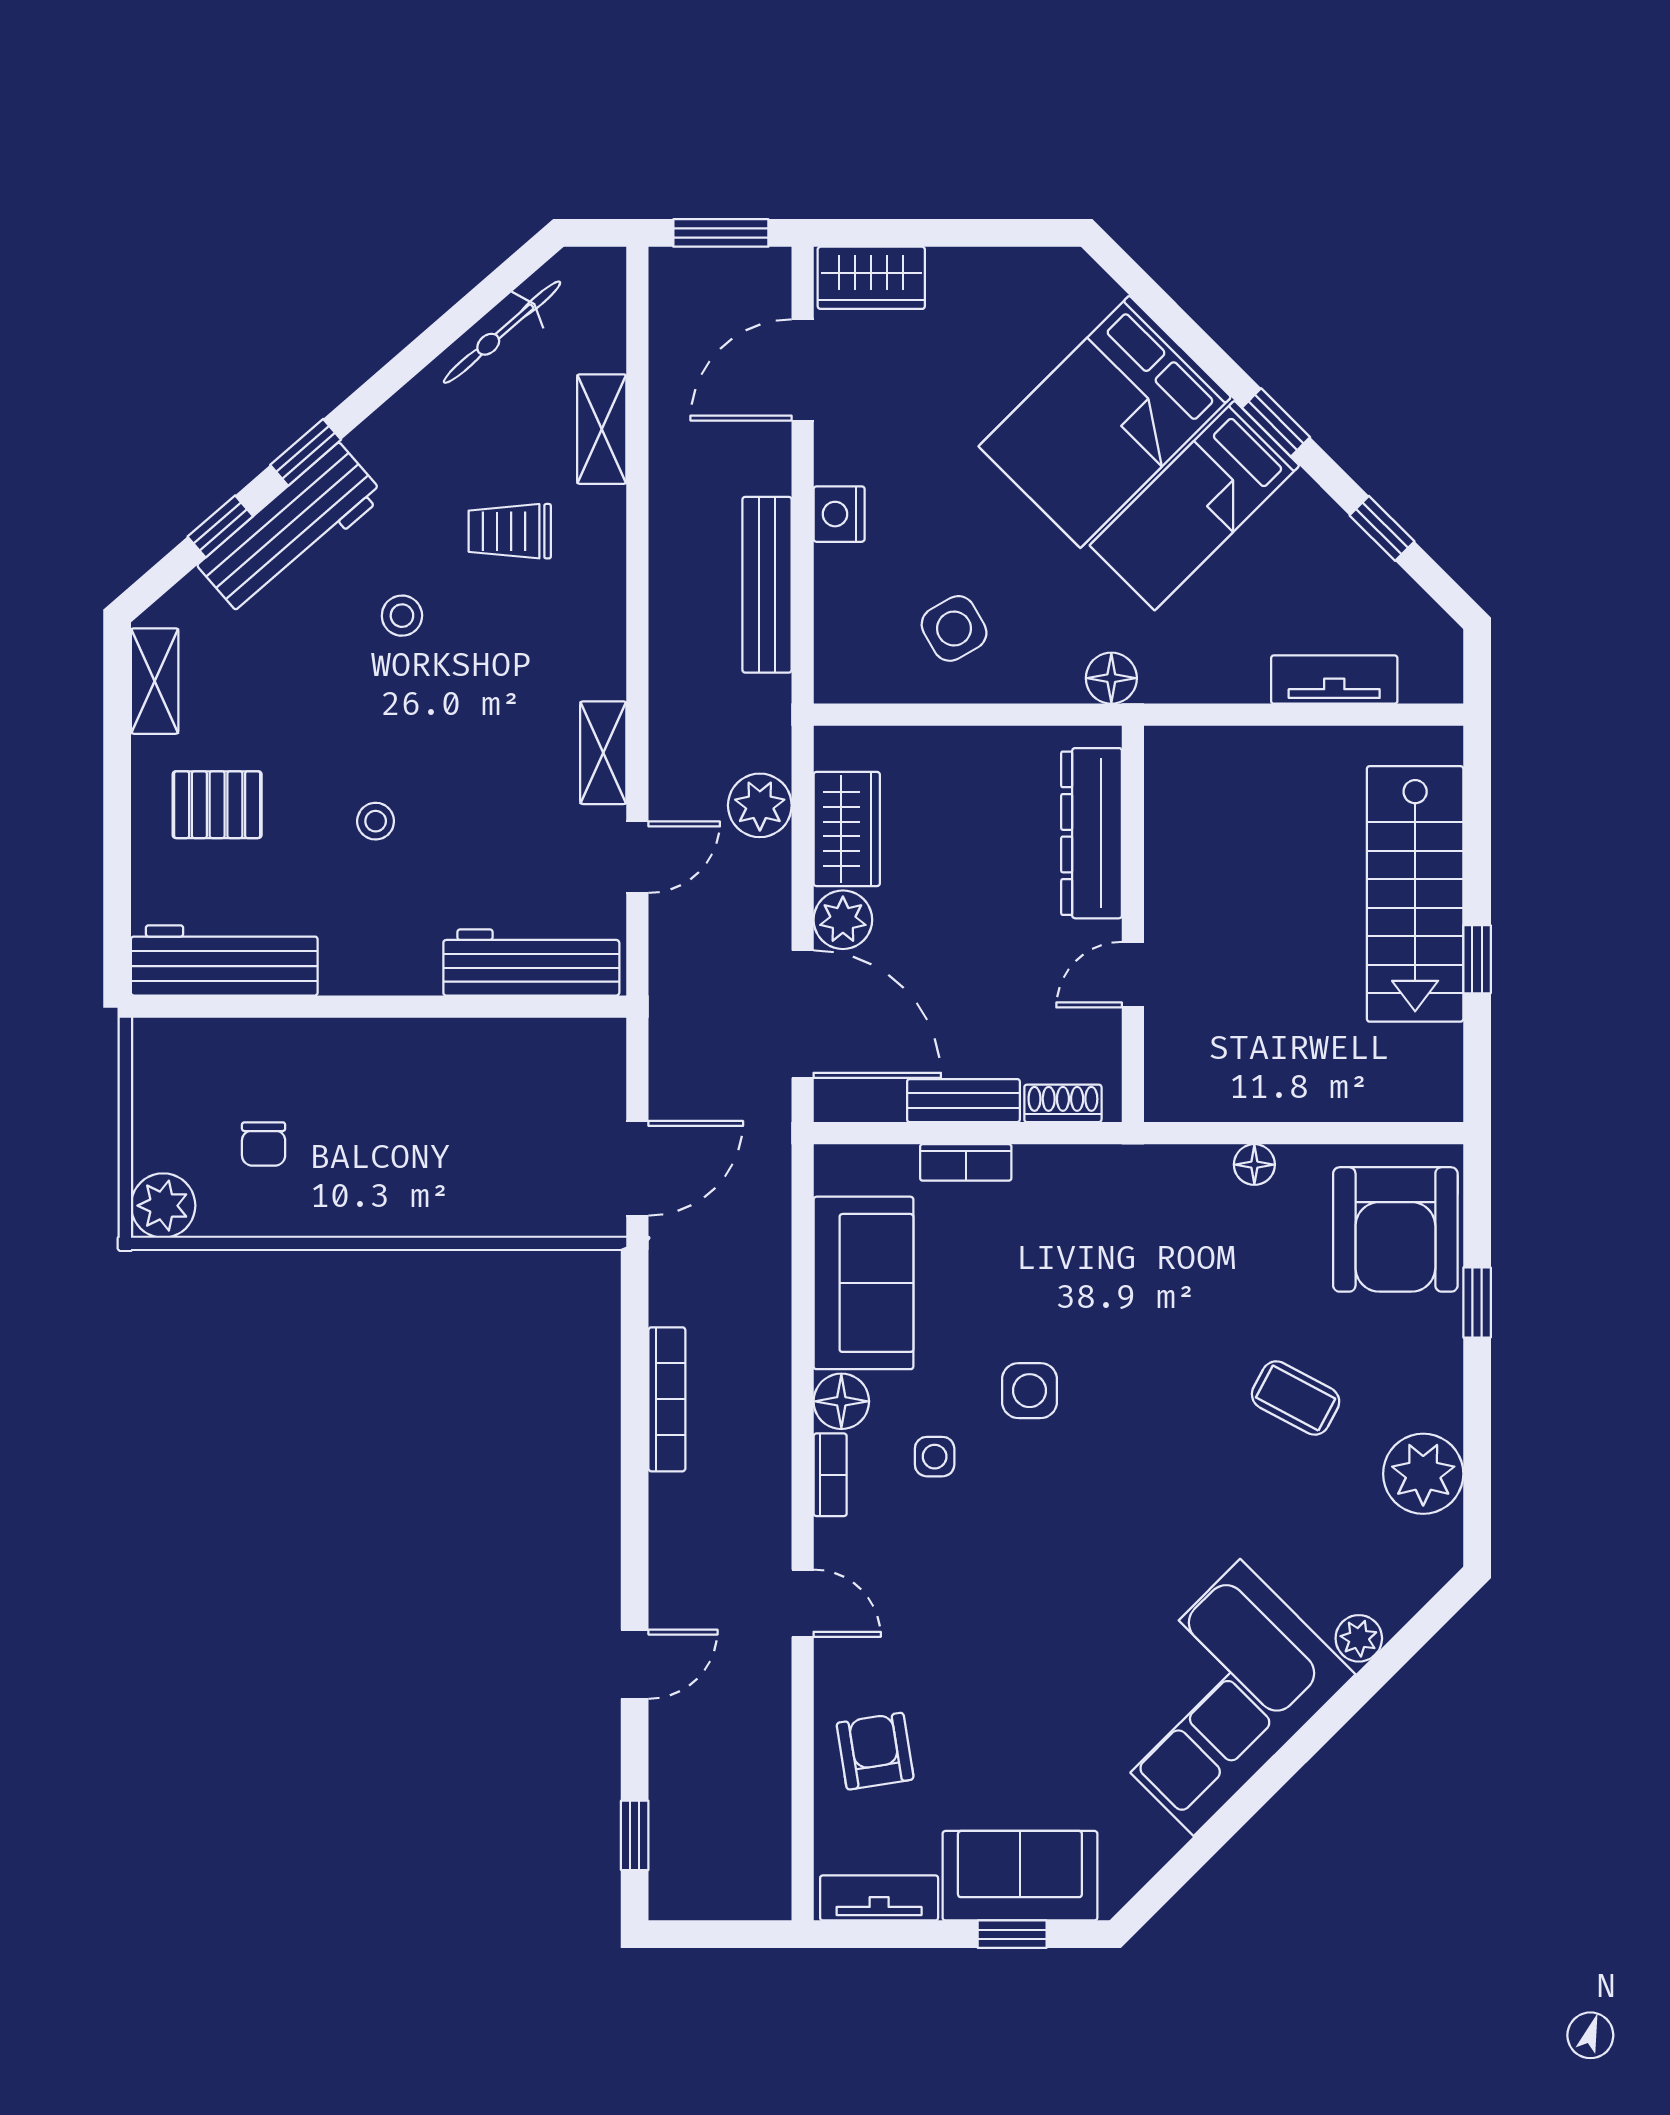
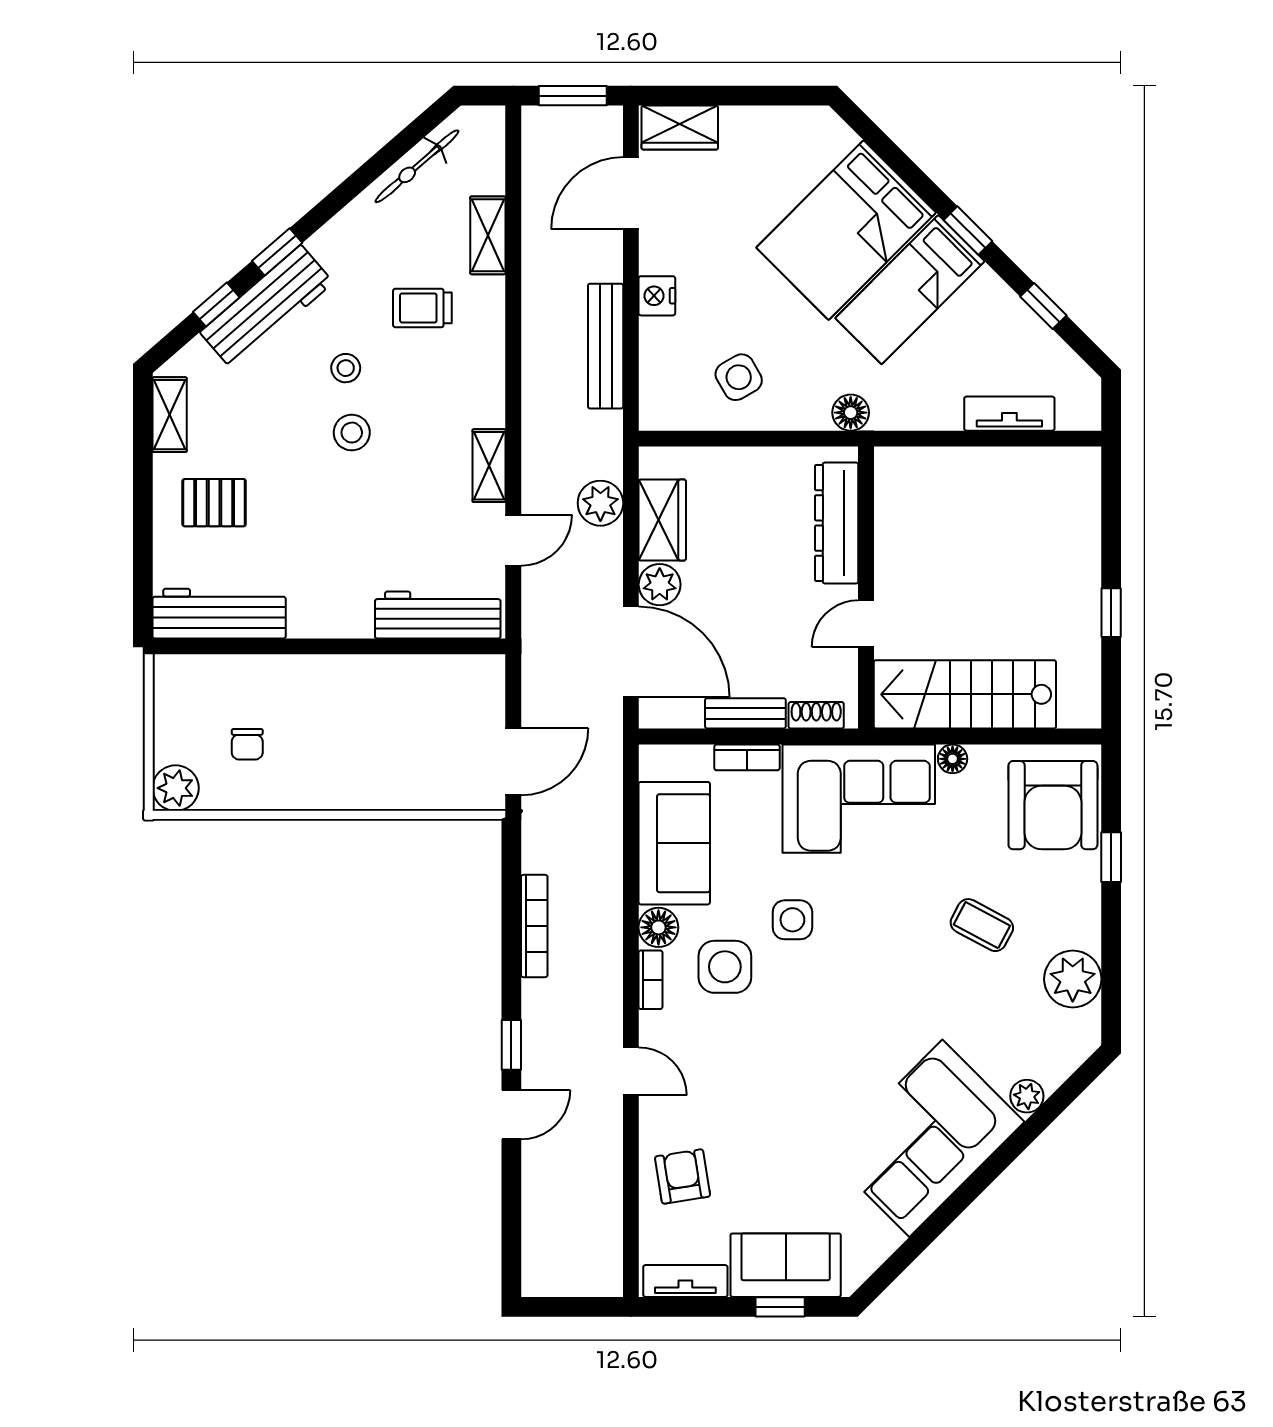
stool: (376, 821) -> (352, 433), moved, width x1.37, depth x1.37
stairs: (1415, 894) -> (965, 694), moved, turned 90
corner sofa: (1123, 1220) -> (859, 799), added
side table: (935, 1457) -> (725, 967), width x1.87, depth x1.87
window: (635, 1835) -> (511, 1045), moved

